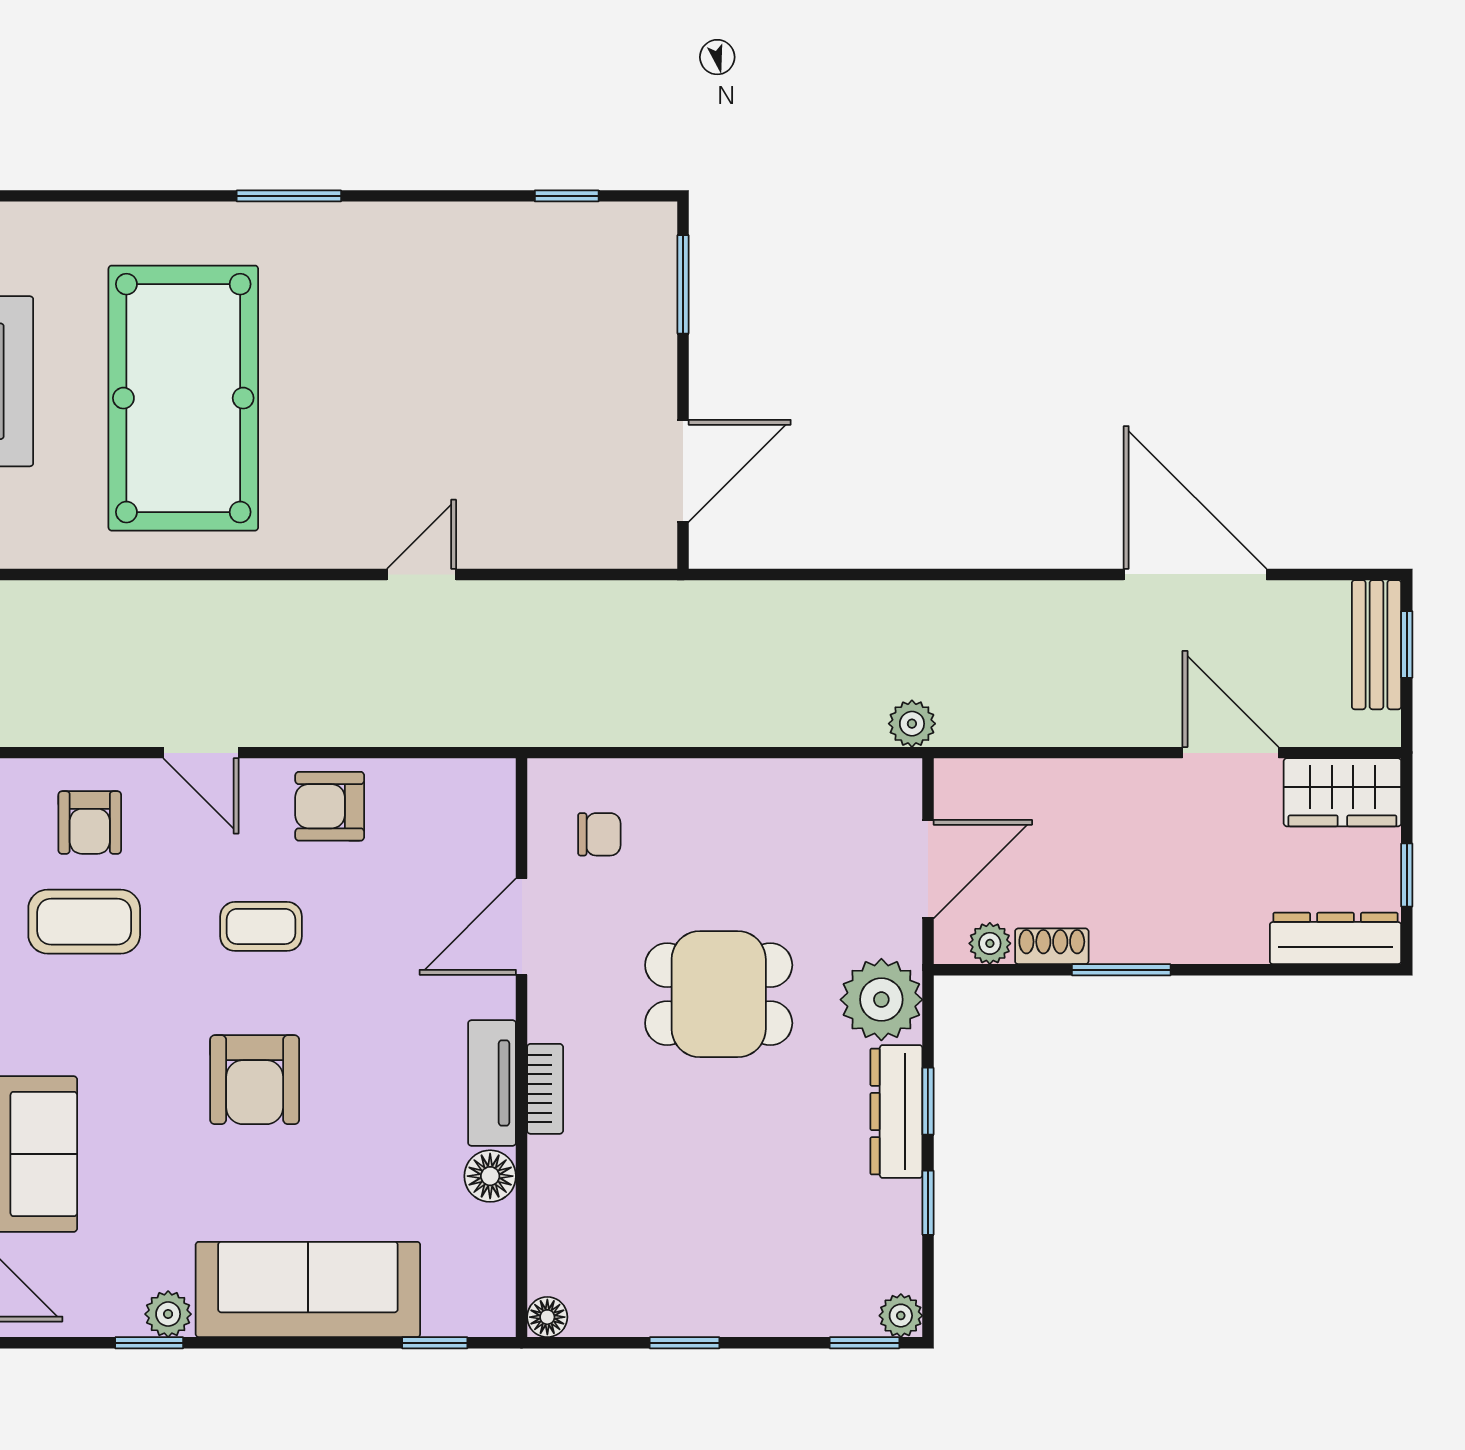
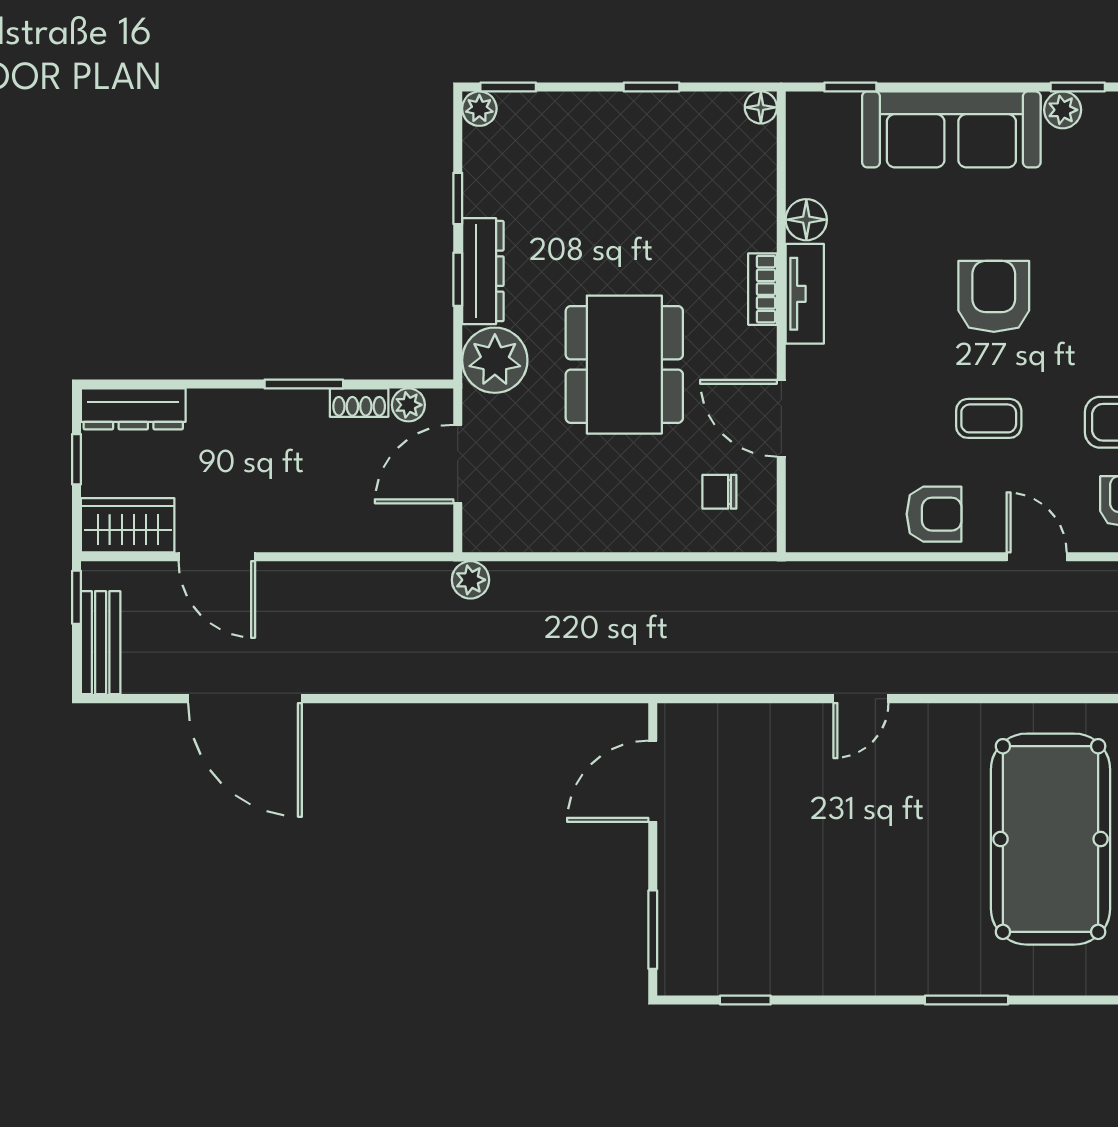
window: (1407, 644) -> (77, 597), moved
door: (522, 927) -> (781, 418), swing flipped
dining table: (719, 994) -> (624, 365), width x1.37

